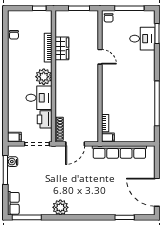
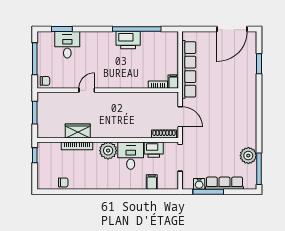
printer: (147, 95) -> (128, 40), added
filing cabinet: (14, 137) -> (152, 182), moved
row of seats: (13, 203) -> (224, 183), moved, width x1.48
plant: (60, 207) -> (248, 156), moved

